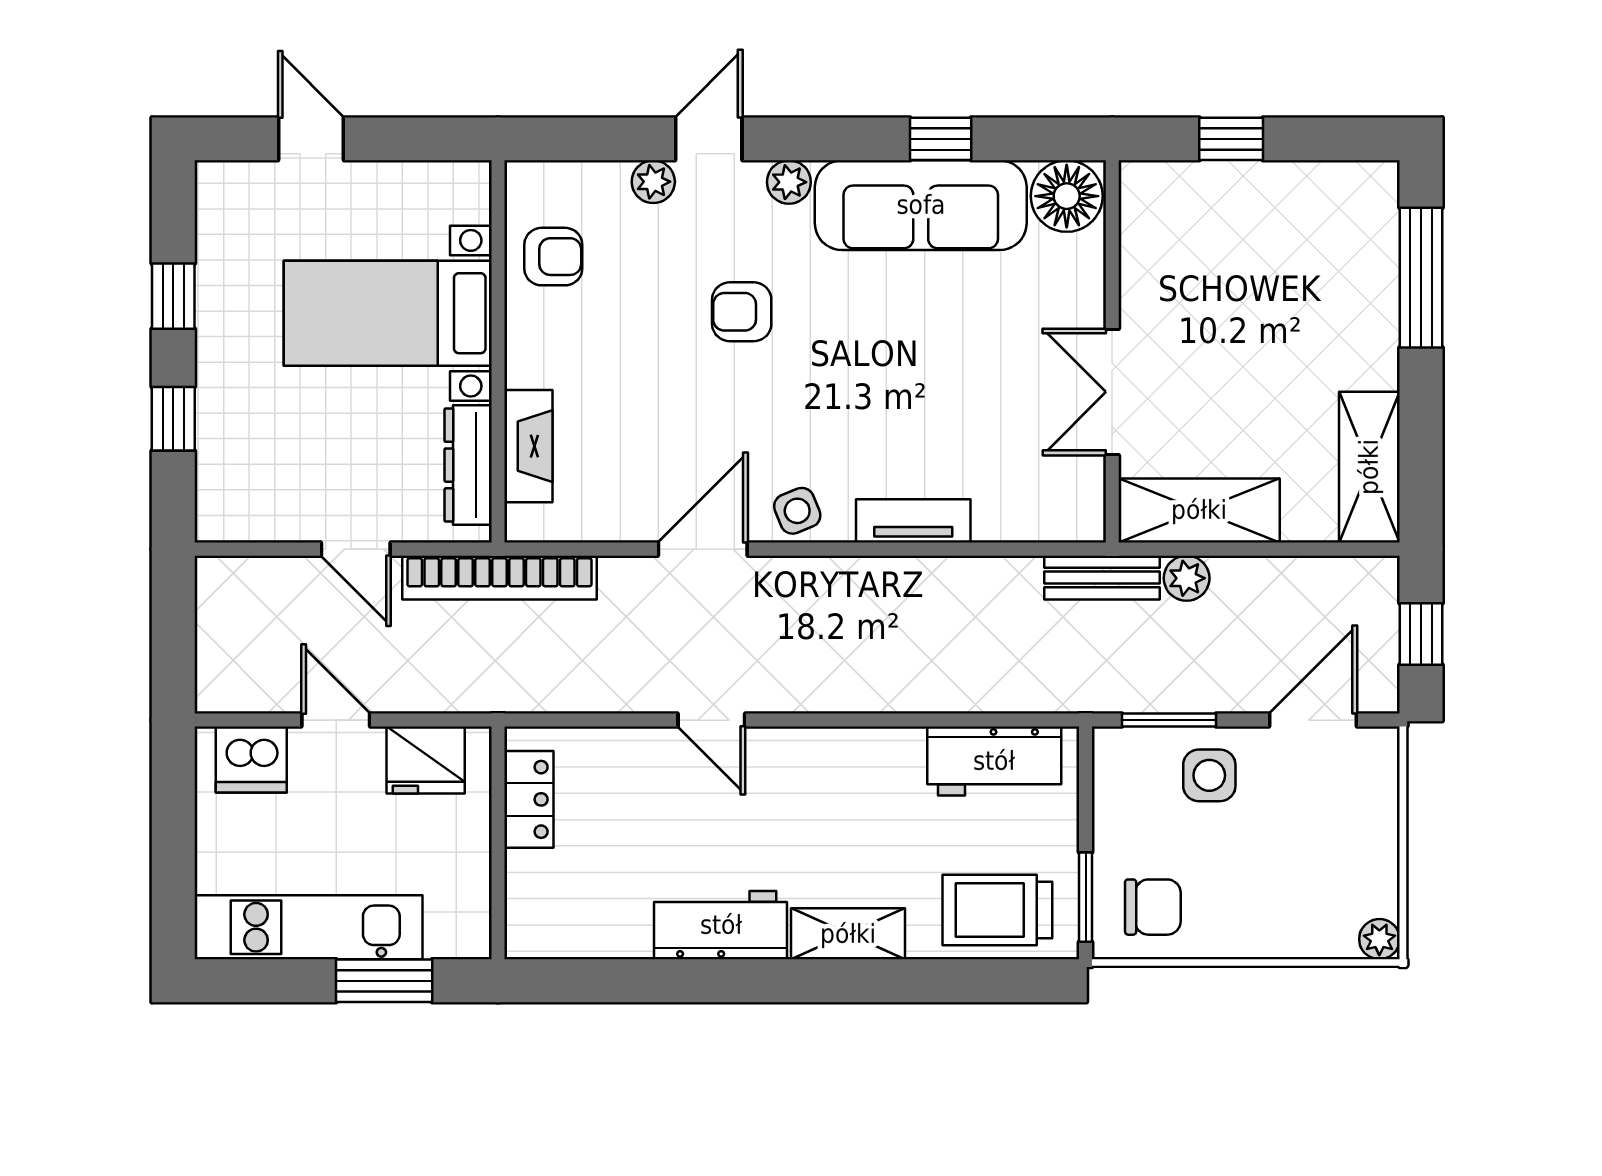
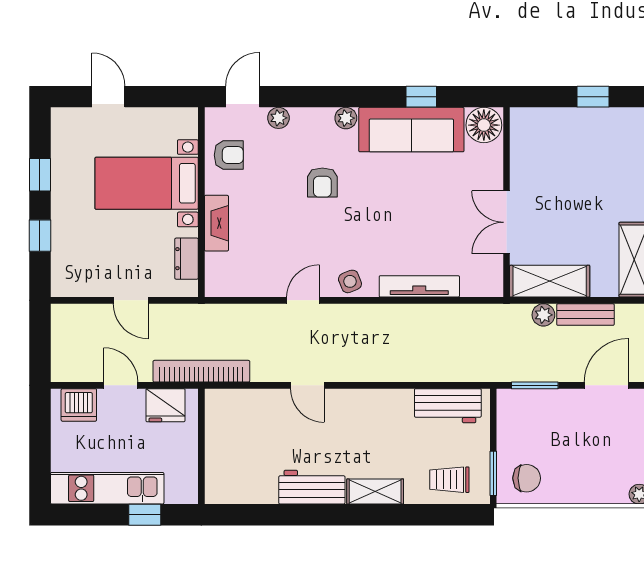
door: (709, 139) -> (243, 97), moved
window: (1231, 139) -> (593, 97), moved
armchair: (742, 312) -> (322, 183), turned -90
fireplace: (528, 446) -> (216, 223), moved
dresser: (468, 465) -> (187, 259), width x0.70
tv unit: (913, 521) -> (419, 286), width x1.41
door: (703, 549) -> (303, 300), width x0.73
bookcase: (499, 578) -> (201, 371), moved, turned 180
bench: (1102, 578) -> (585, 315), moved
side table: (1209, 775) -> (555, 413), removed
locker: (529, 799) -> (217, 425), removed
trolley: (997, 910) -> (449, 480), width x0.73, depth x0.72
window: (384, 981) -> (145, 515), width x0.67

